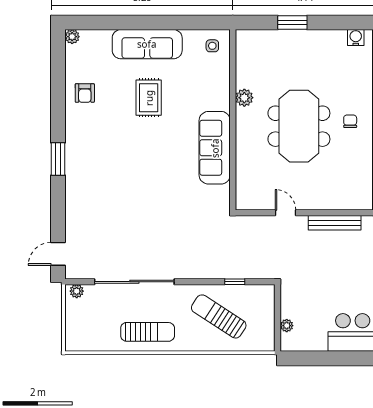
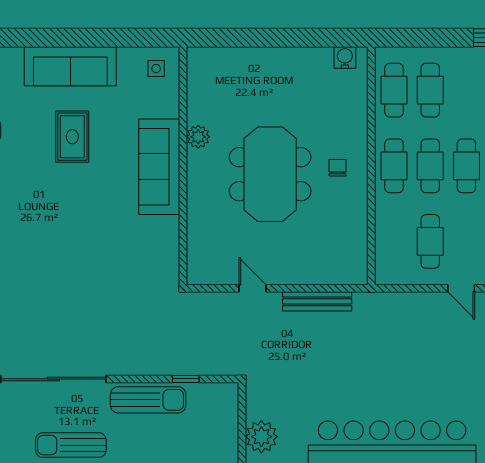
window: (292, 22) -> (261, 38), removed
sofa: (215, 148) -> (159, 167), moved
sun lounger: (219, 316) -> (148, 400), moved, turned 147
plant: (287, 326) -> (261, 437), width x1.88, depth x1.88
sun lounger: (148, 332) -> (71, 445), turned 180

